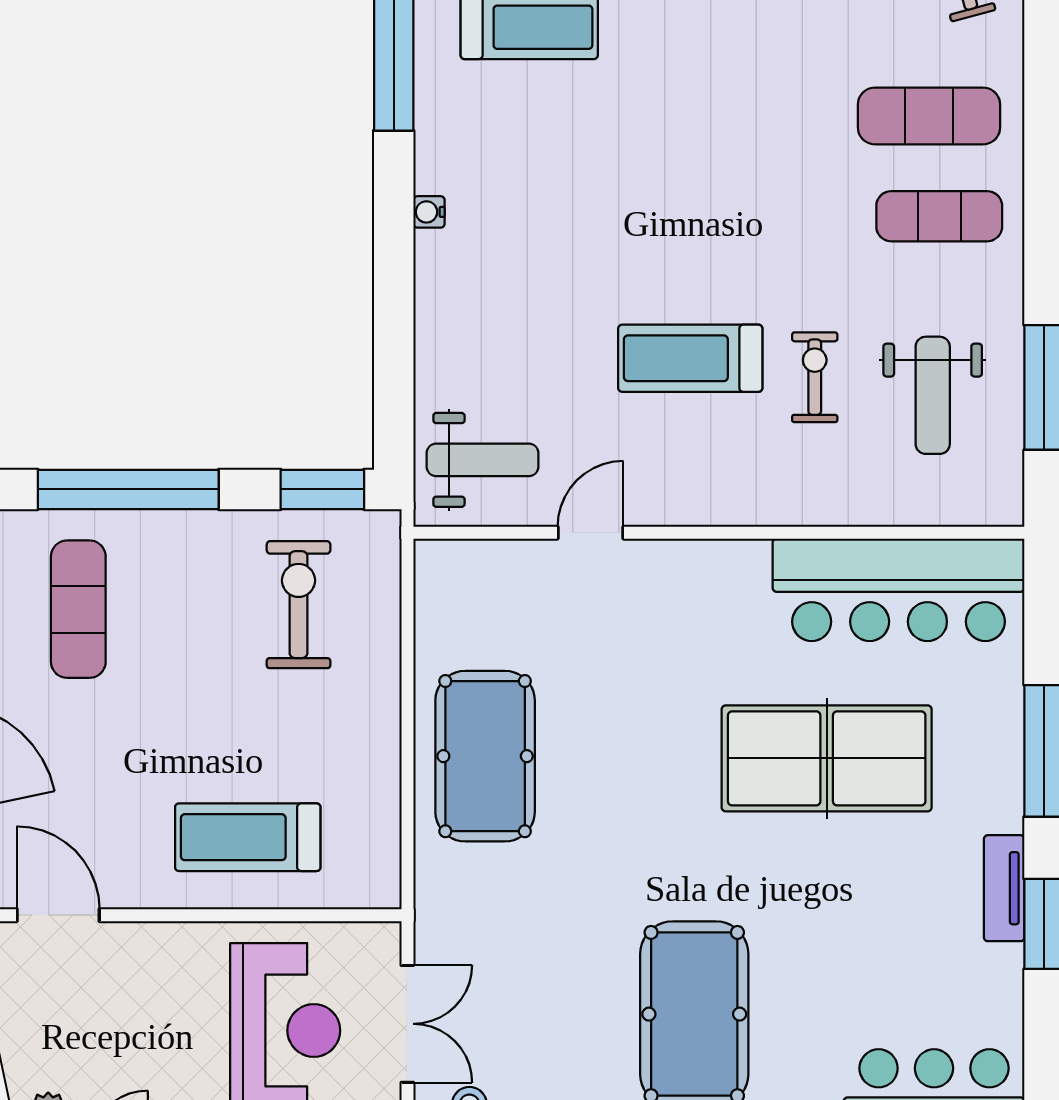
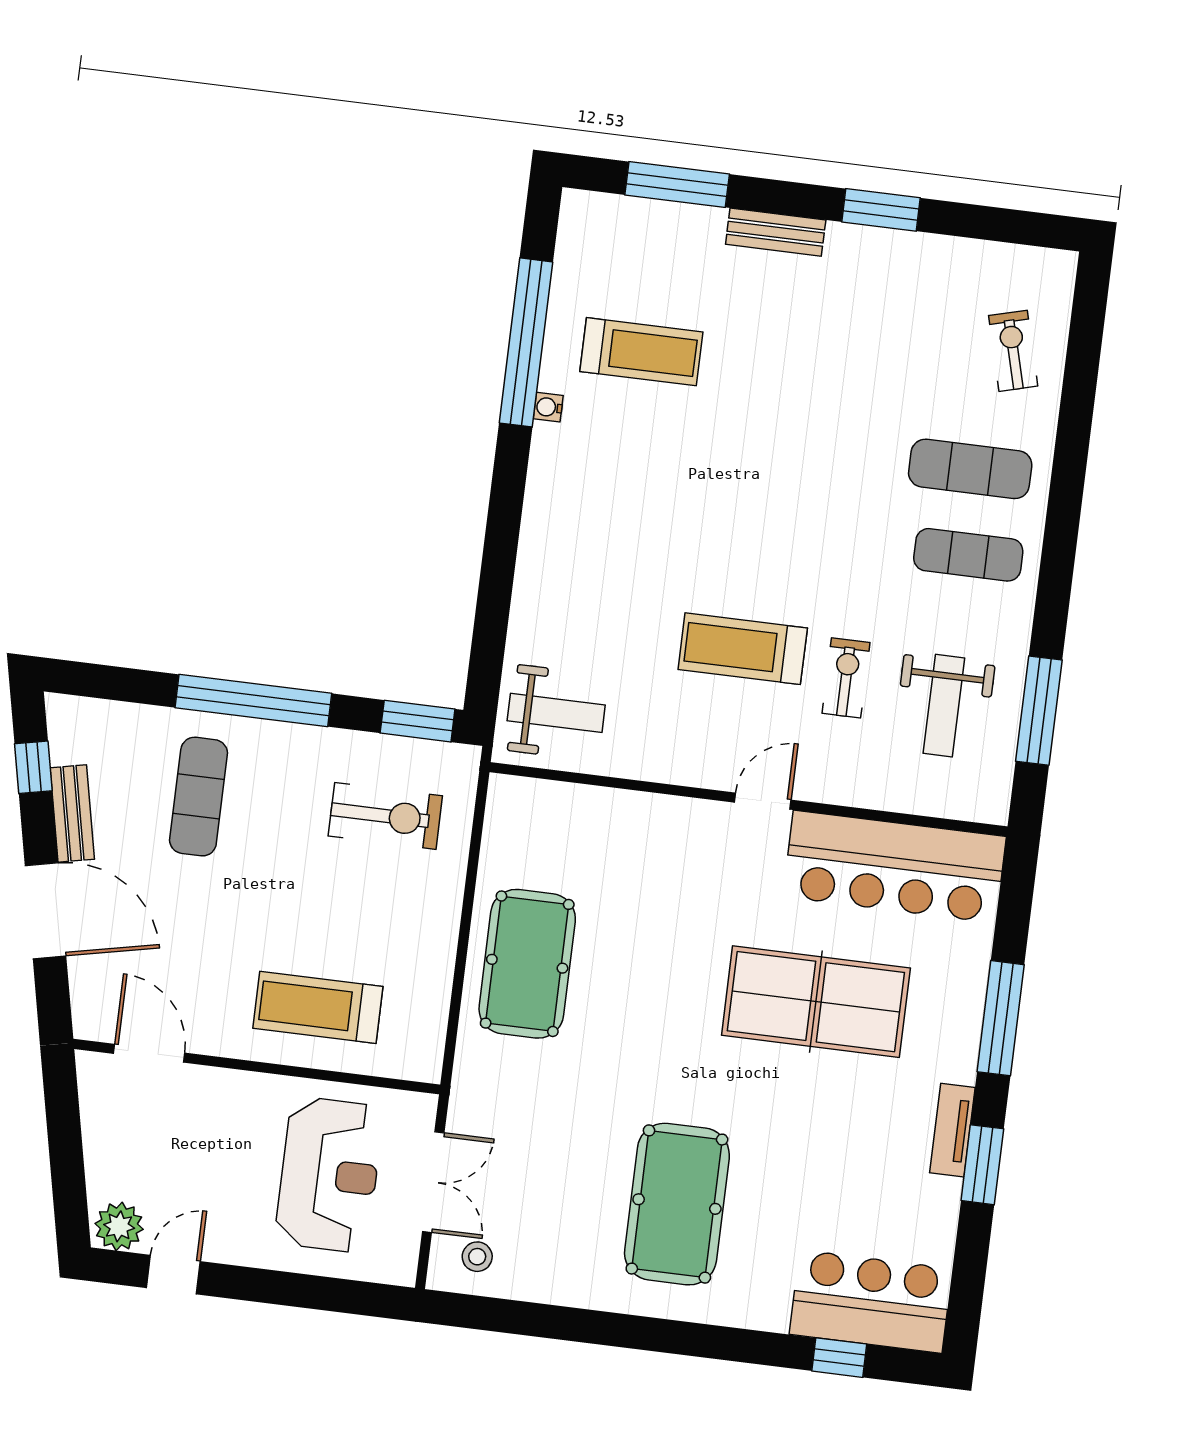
water cooler: (429, 212) -> (548, 407), moved
door: (590, 533) -> (763, 801), moved
exercise bike: (299, 605) -> (385, 816), turned 90

